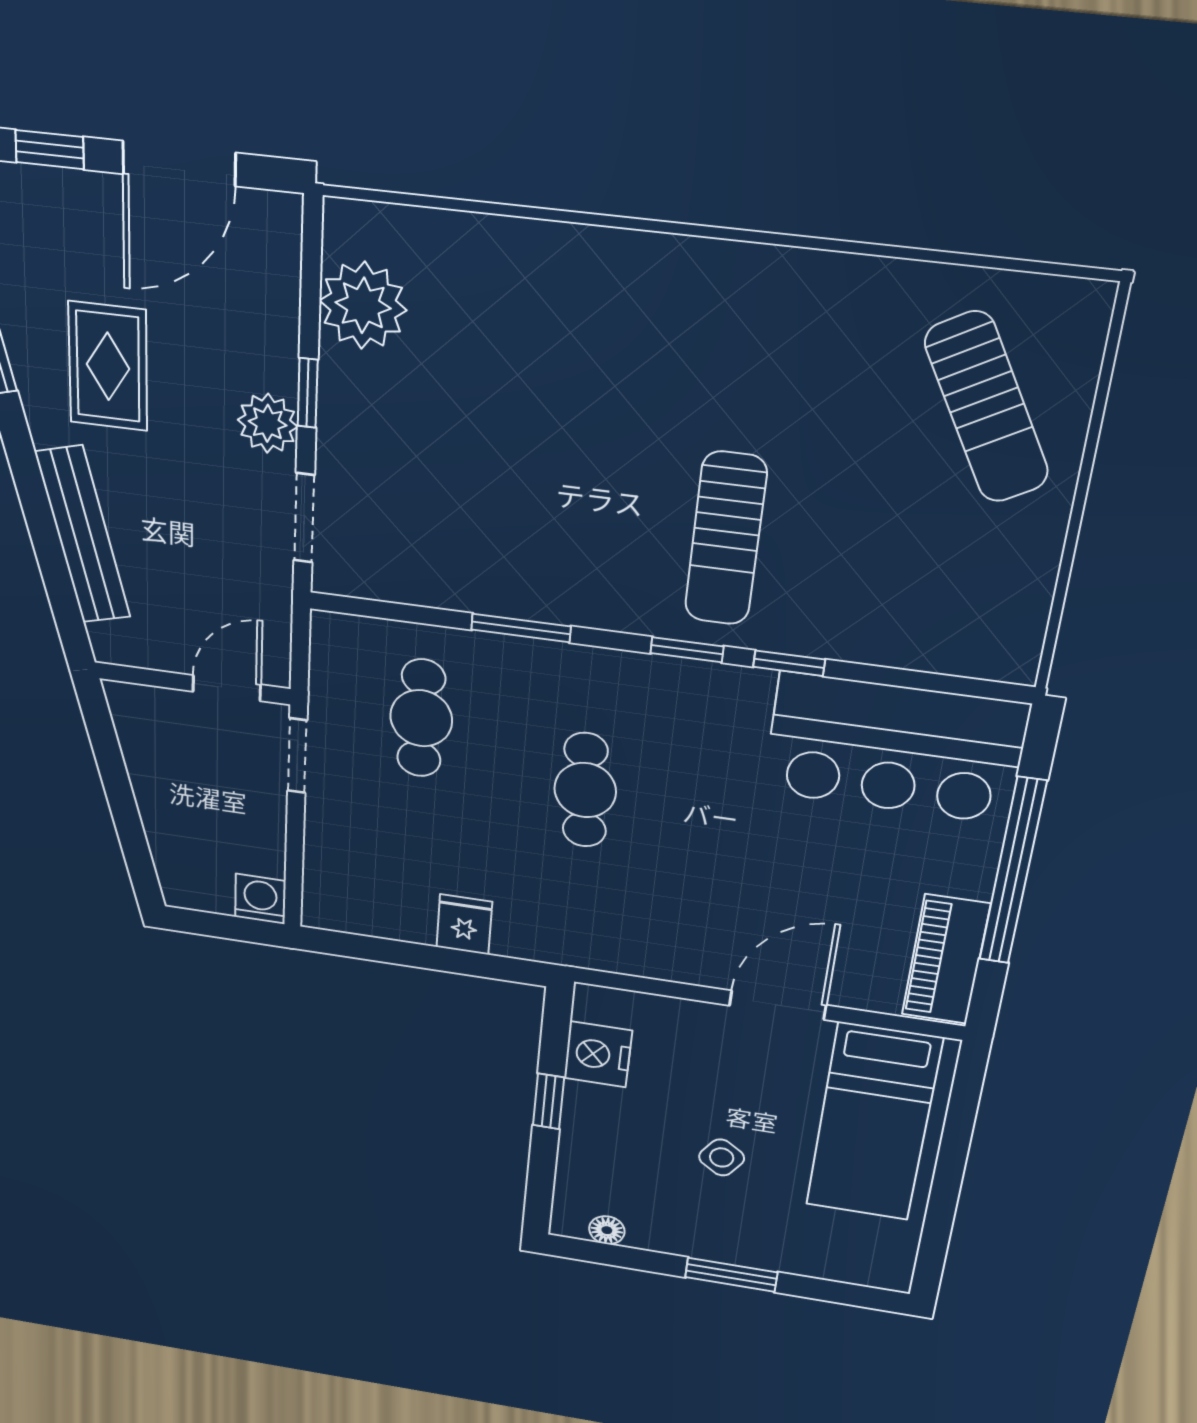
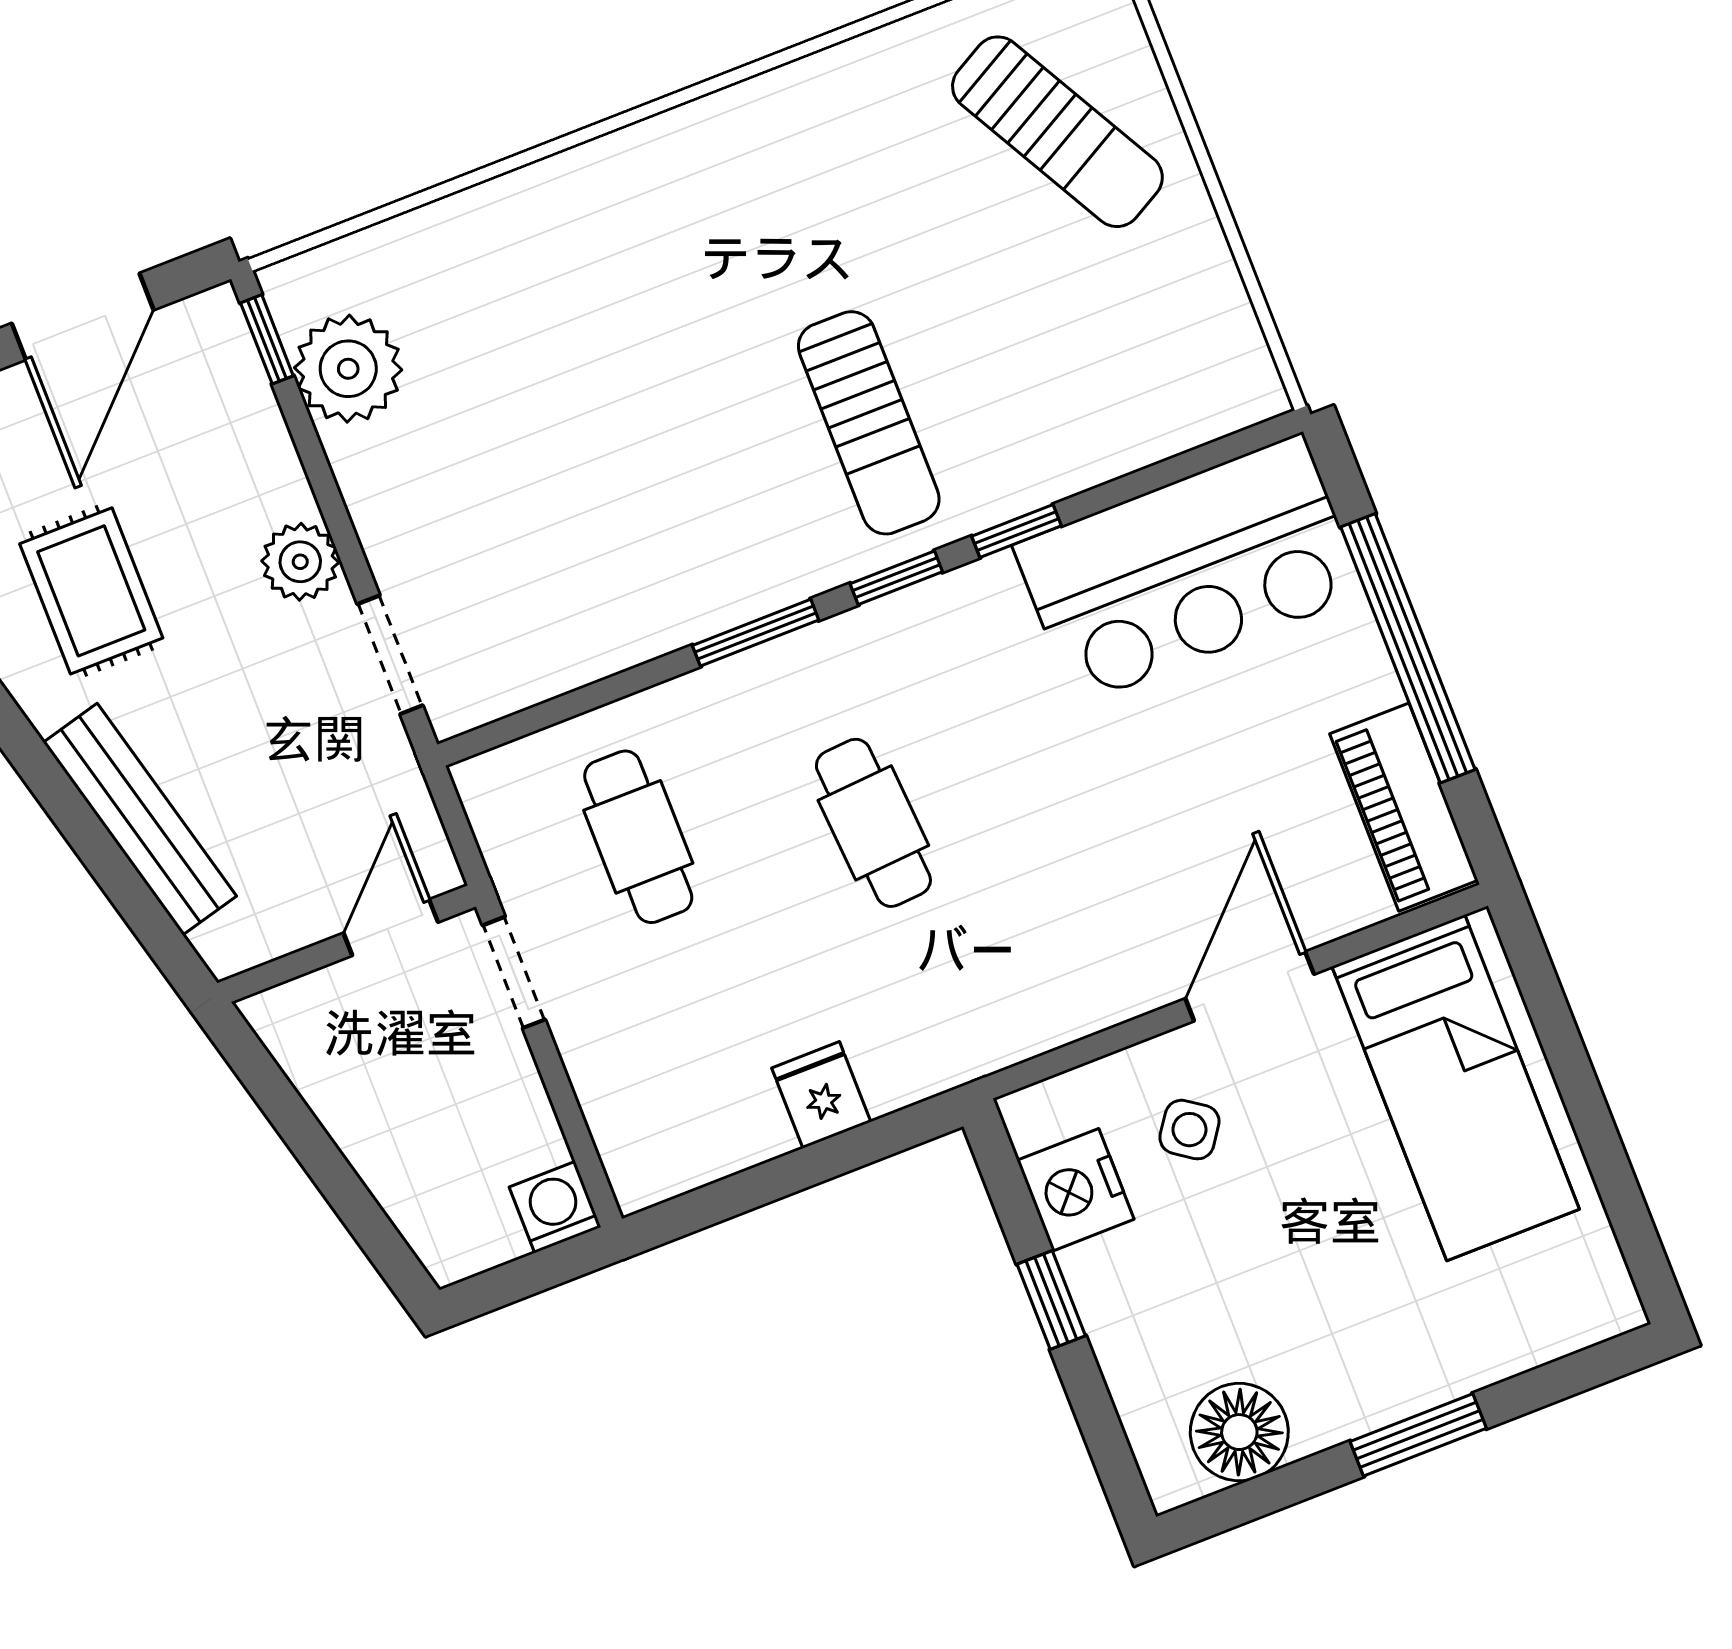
window: (308, 393) -> (267, 339), moved
window: (521, 628) -> (756, 633), moved
side table: (722, 1157) -> (1189, 1130), moved
floor lamp: (607, 1230) -> (1239, 1432), width x1.89, depth x1.89

